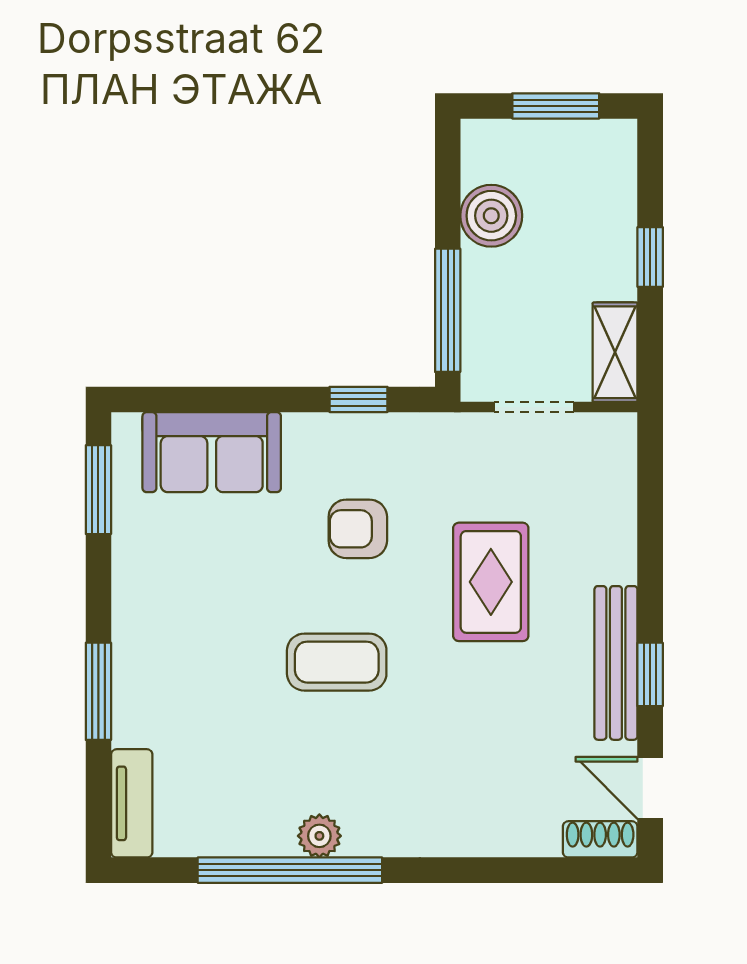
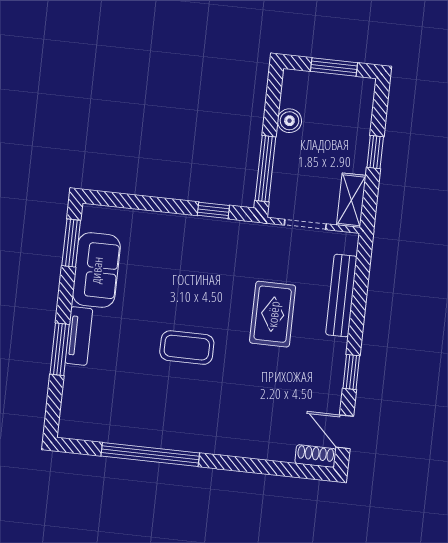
boiler: (491, 216) -> (289, 121), width x0.73, depth x0.73
sofa: (212, 452) -> (96, 270), moved, turned -90
armchair: (358, 529) -> (206, 279), removed
bench: (616, 663) -> (341, 295), moved
tv unit: (132, 803) -> (79, 336), moved
plant: (319, 836) -> (168, 438), removed

